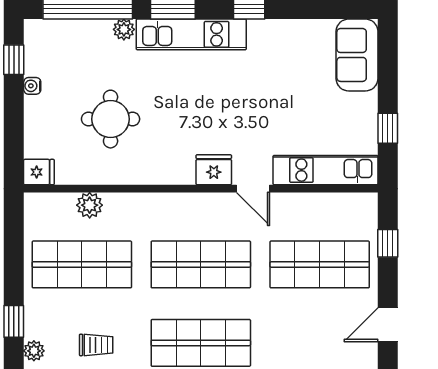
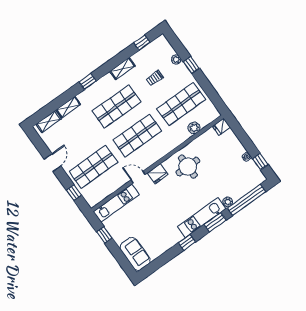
round table: (111, 119) -> (188, 167), moved

